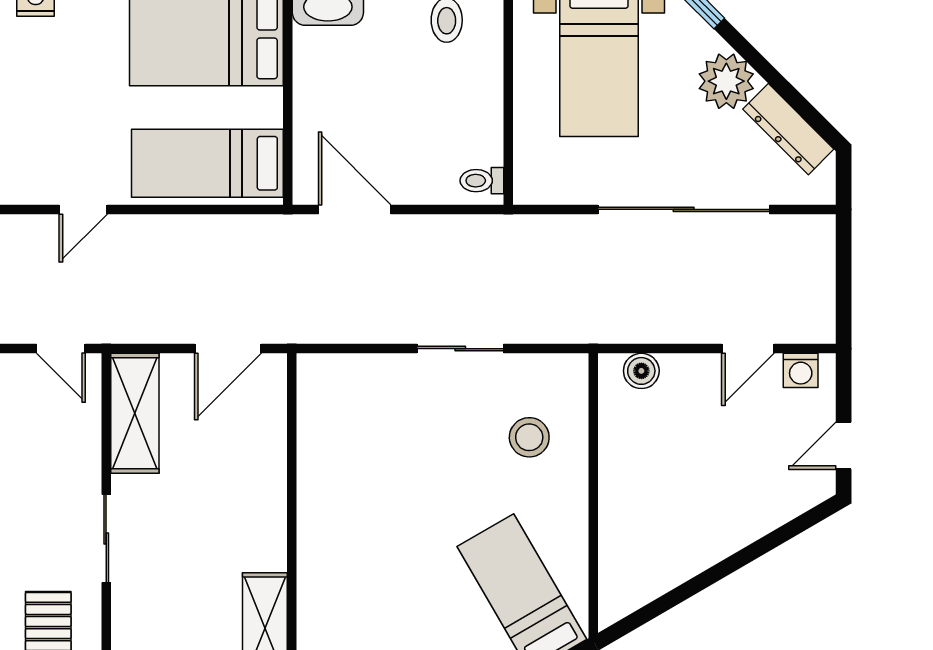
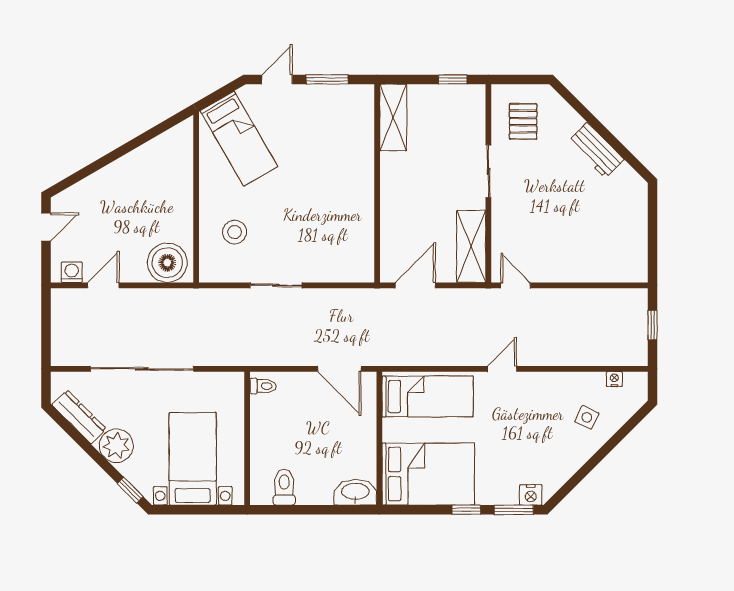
boiler: (641, 371) -> (167, 263), width x1.86, depth x1.86

